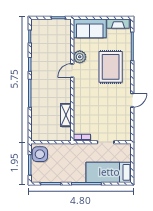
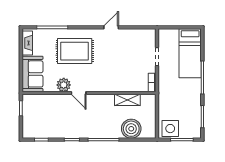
door: (132, 100) -> (111, 27), hinge flipped
boiler: (40, 119) -> (131, 129), added

